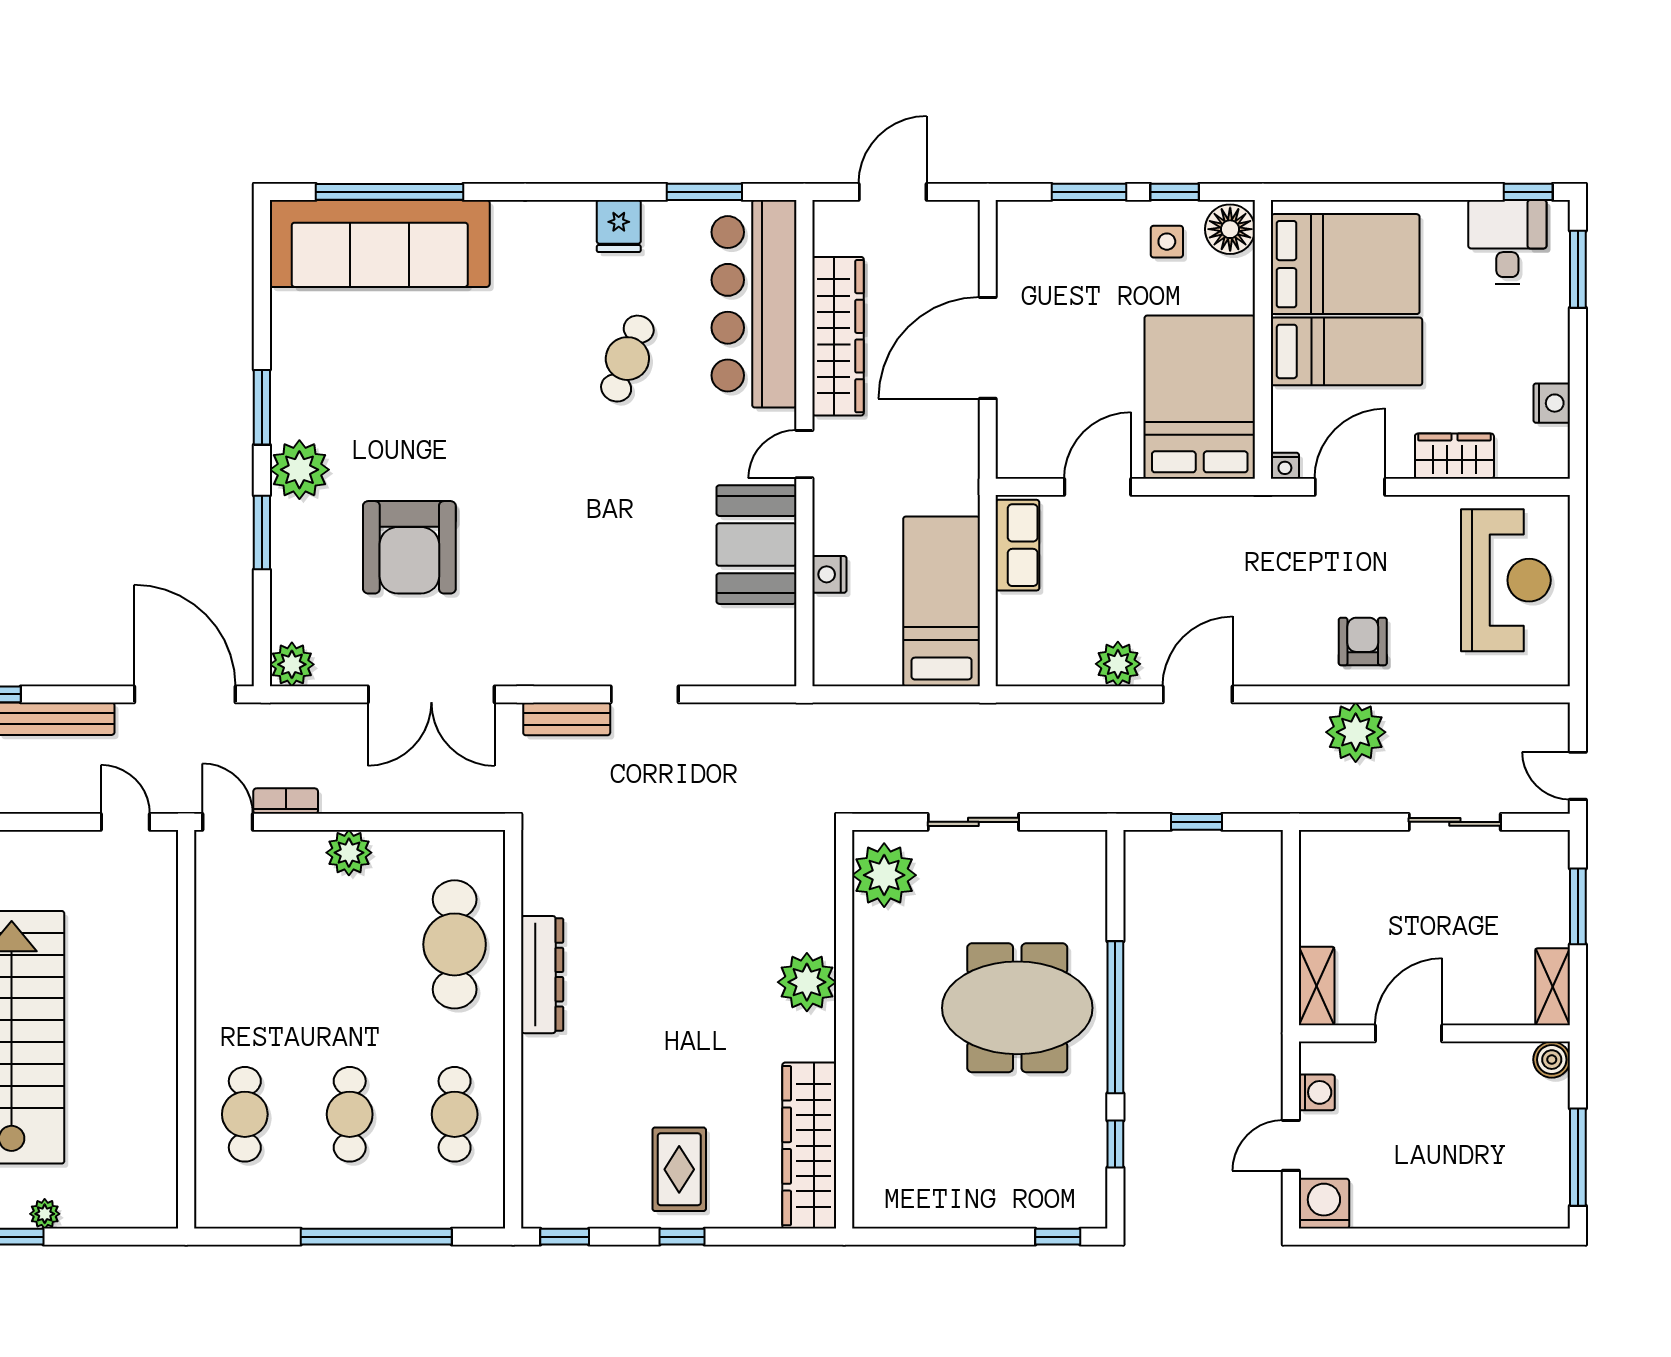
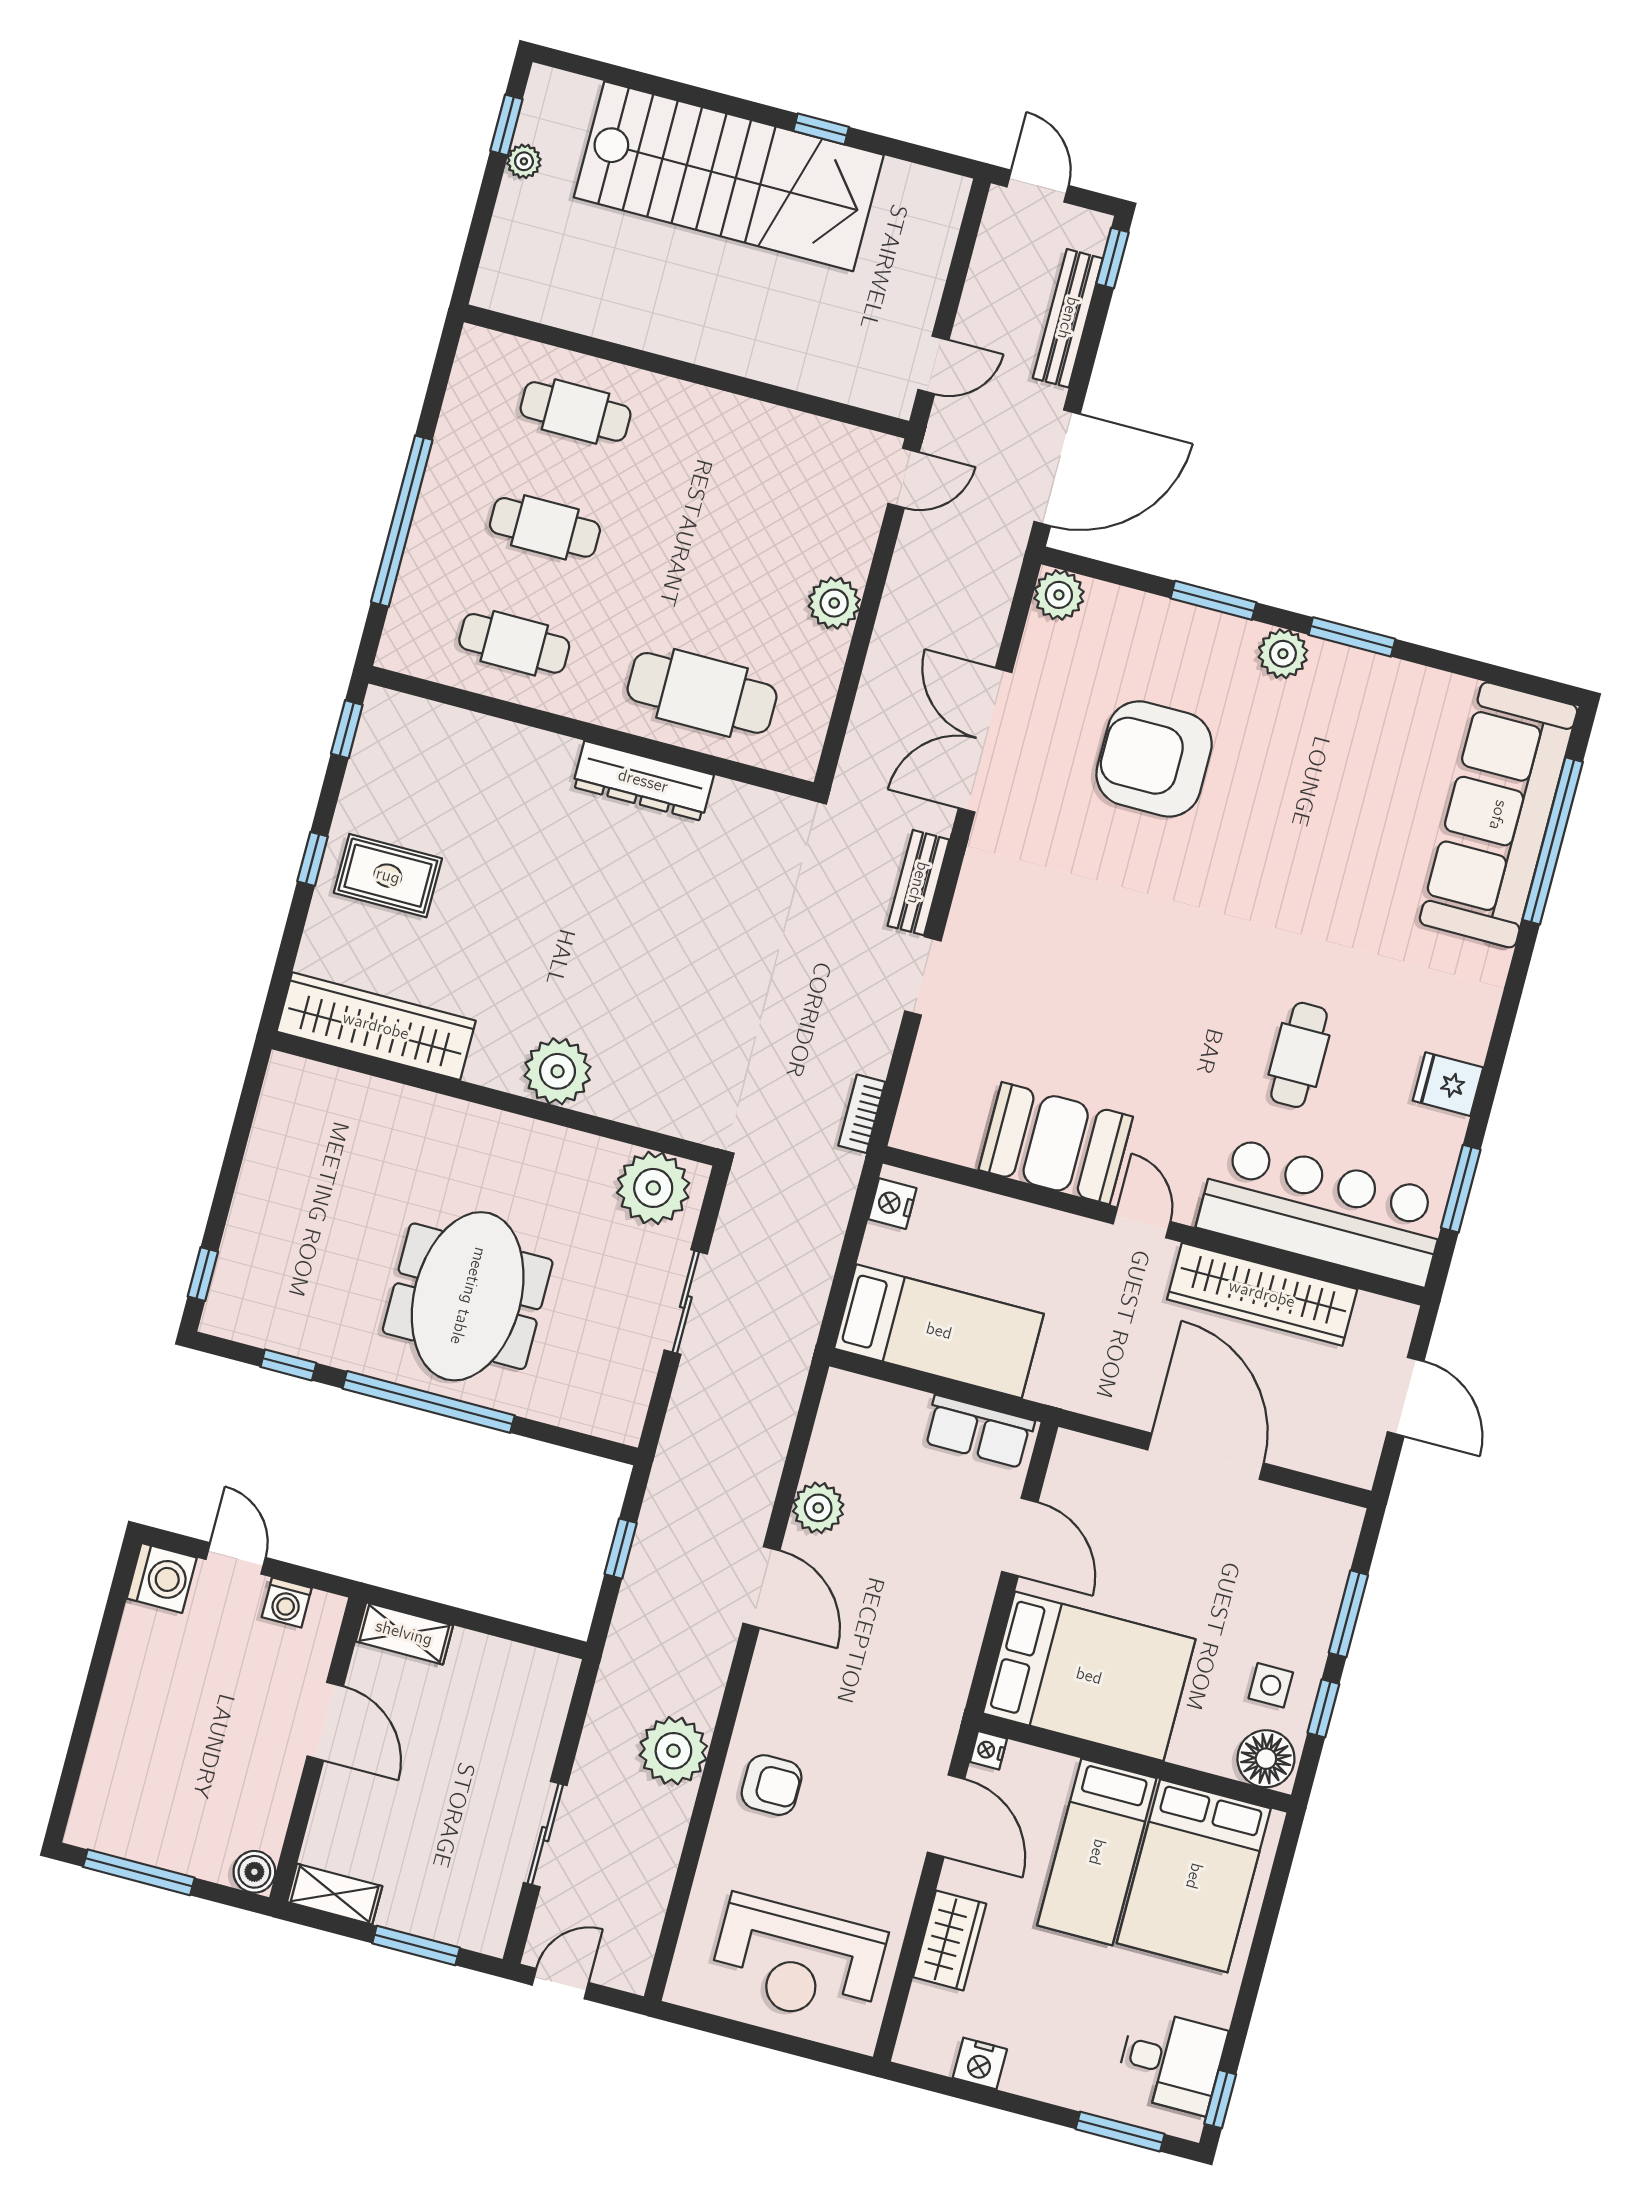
cafe table: (627, 359) -> (1299, 1055), turned 69
plant: (299, 470) -> (1283, 654), width x0.73, depth x0.73
nightstand: (829, 574) -> (892, 1204), moved, turned -90
bookcase: (286, 801) -> (862, 1114), moved, turned 180

